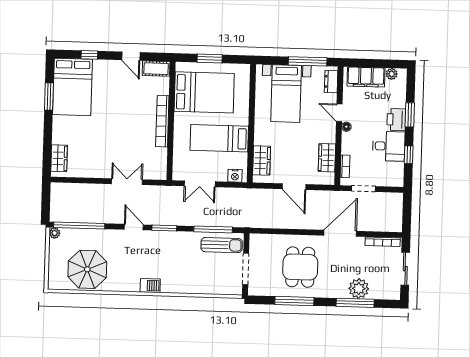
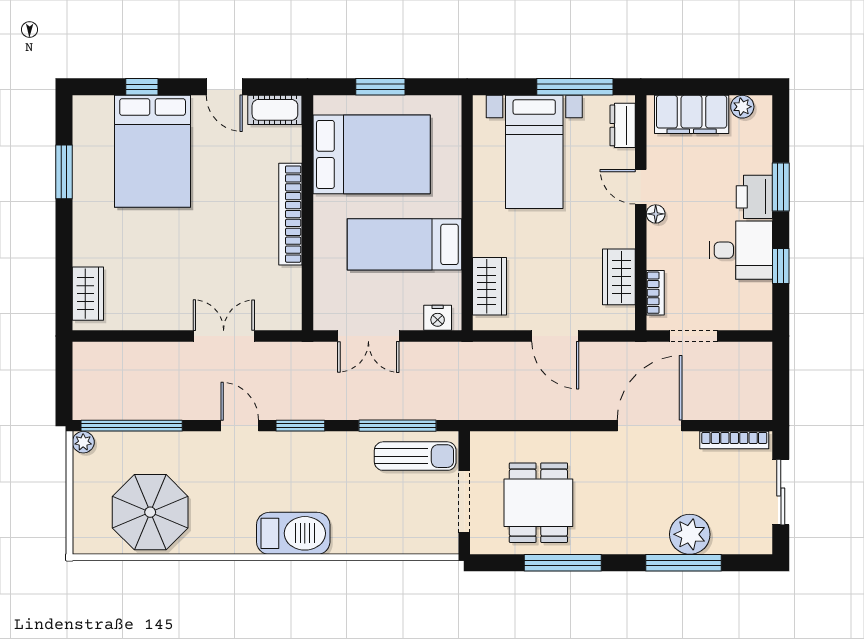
bed: (72, 87) -> (153, 151), moved
dining table: (300, 267) -> (538, 503), moved
barbecue: (150, 286) -> (293, 533), width x1.88, depth x1.53

